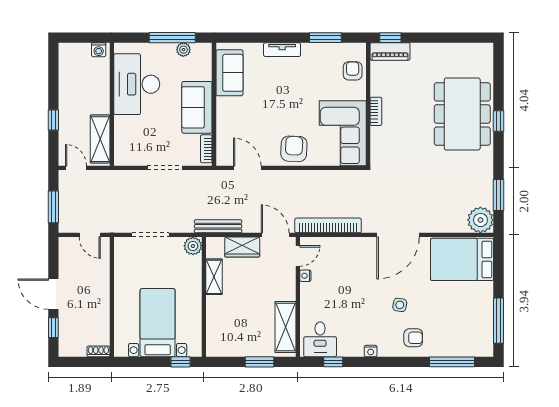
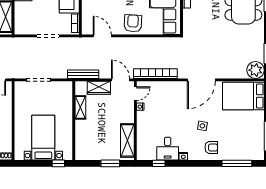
plant: (193, 246) -> (66, 87), removed
desk: (320, 339) -> (168, 149), moved

